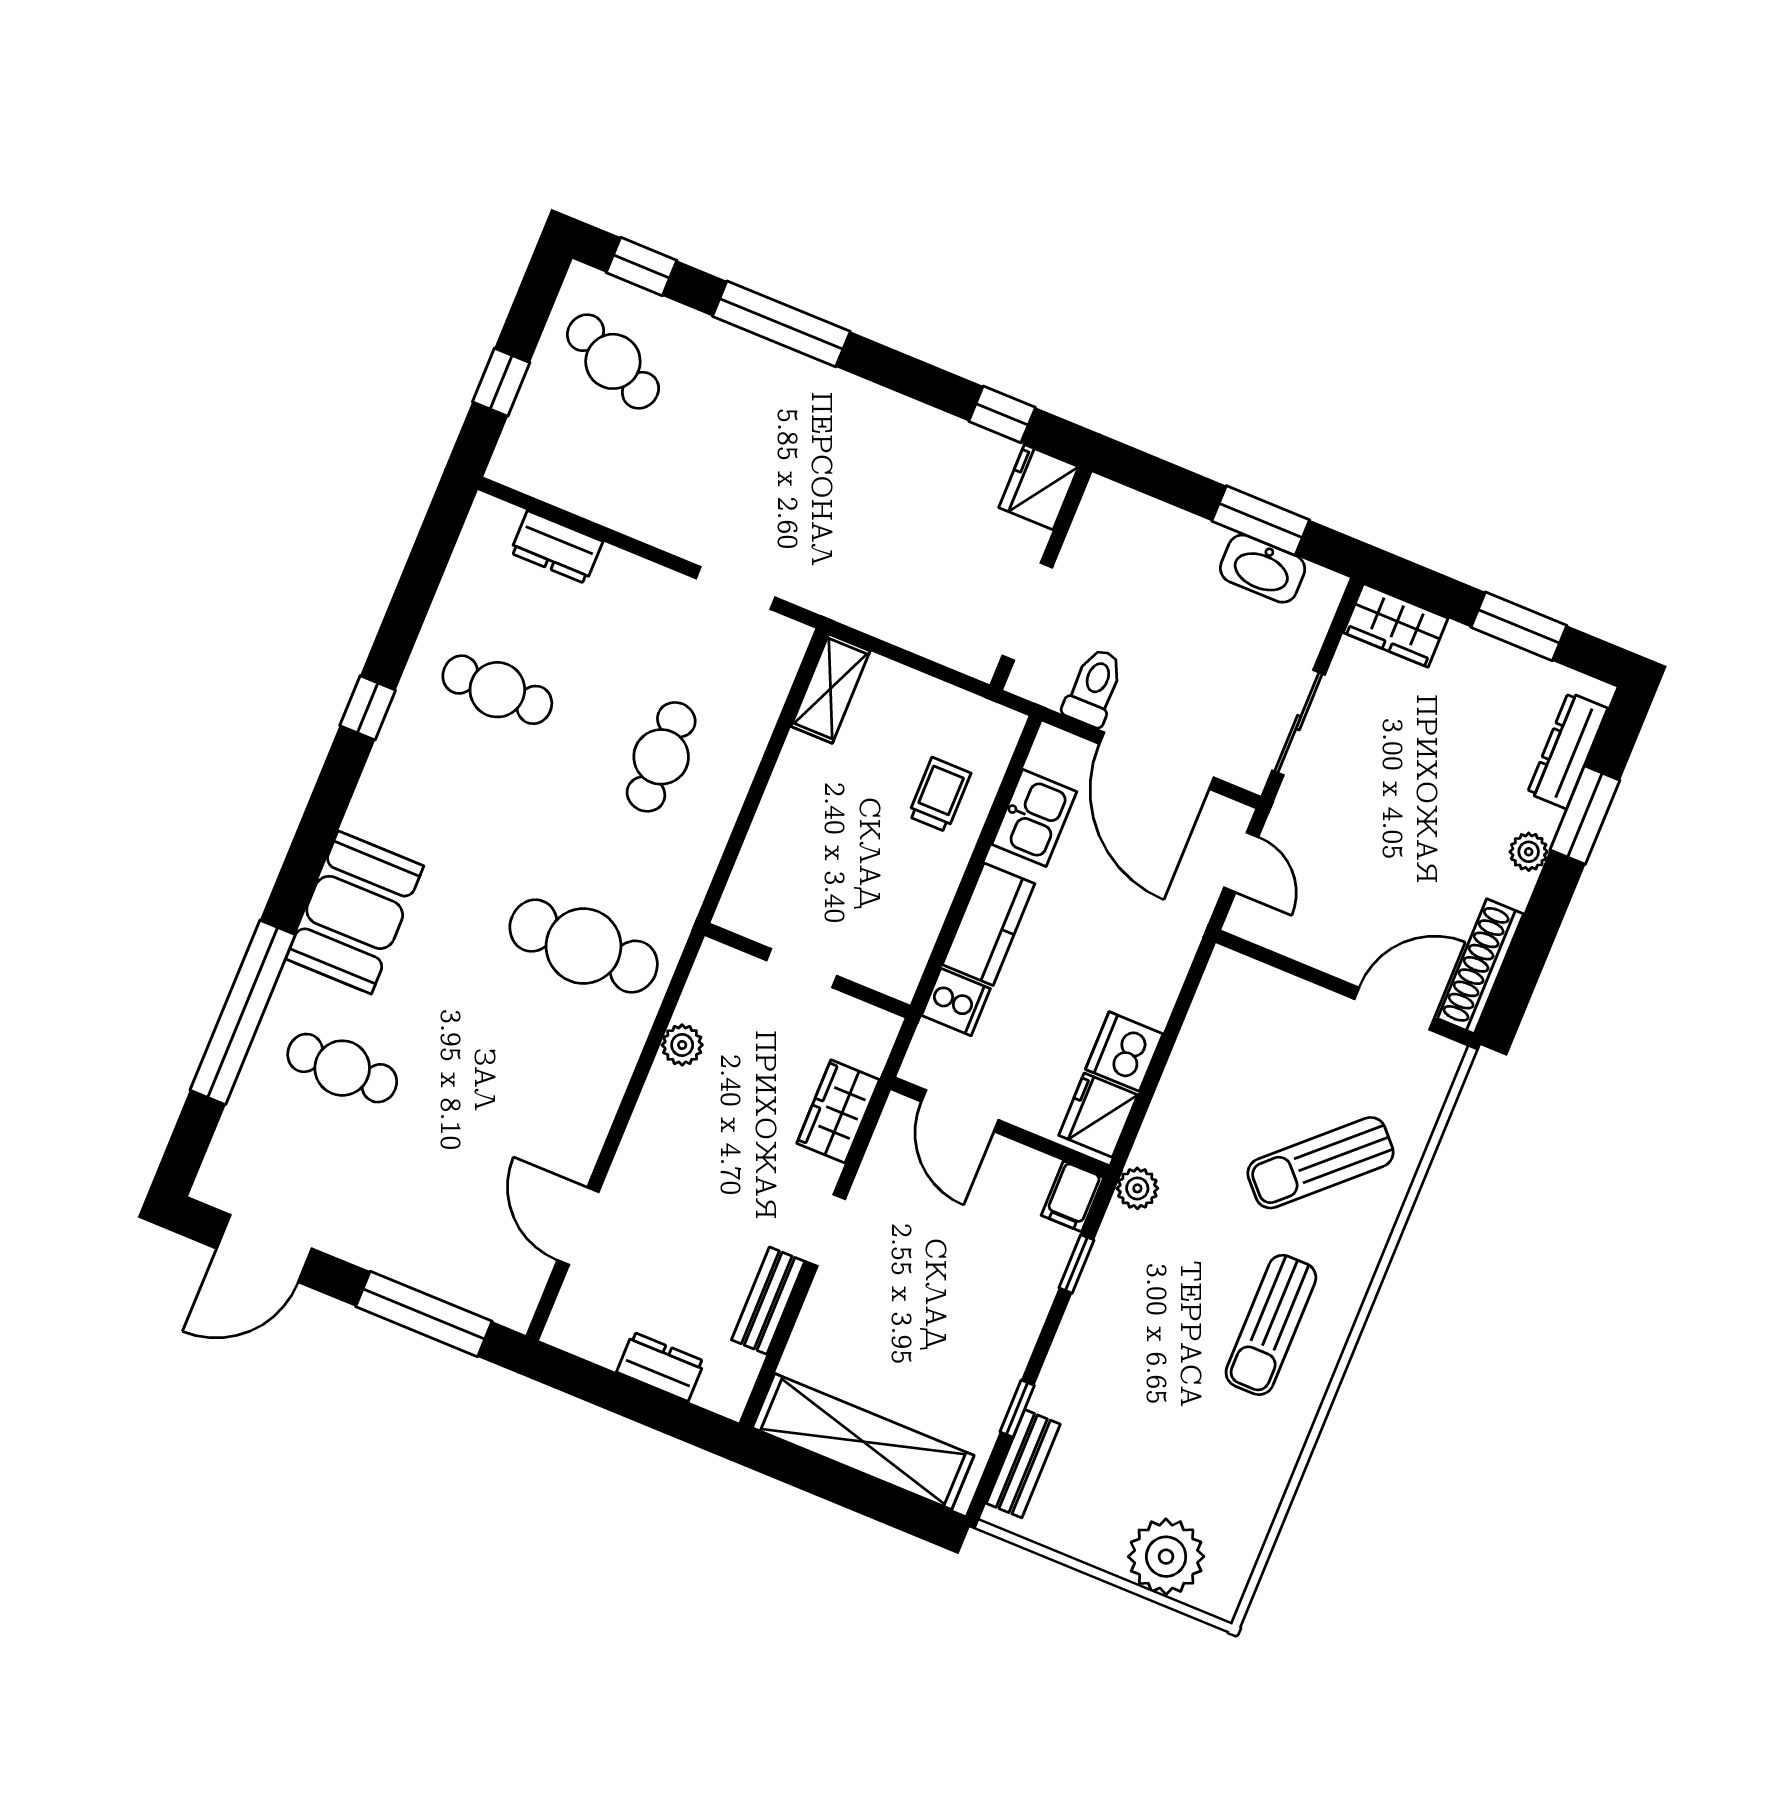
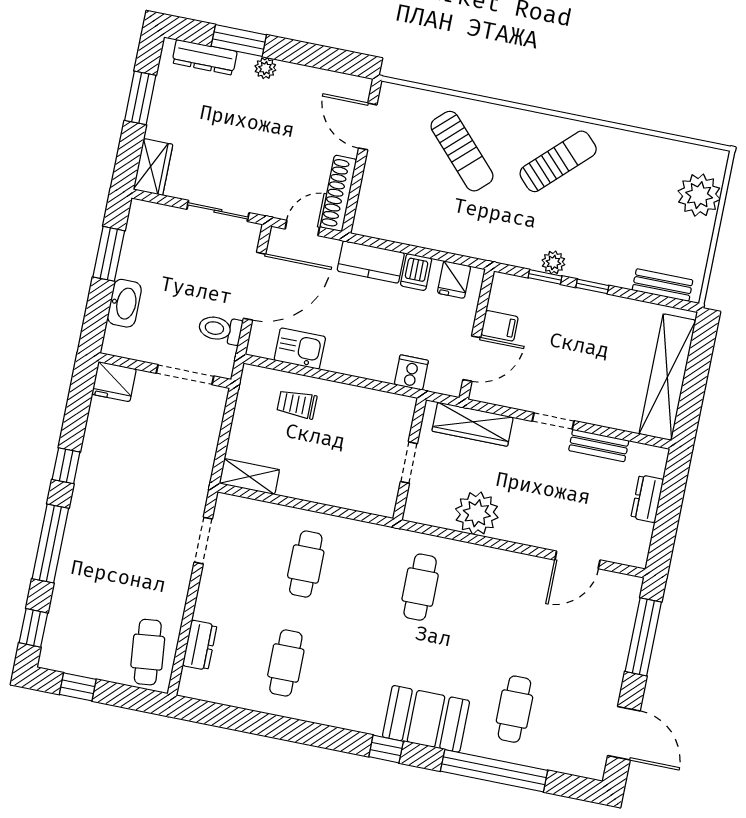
cafe table: (613, 361) -> (148, 652), moved, turned -30
window: (501, 382) -> (78, 687), moved
window: (1002, 414) -> (66, 466), moved
washbasin: (1263, 569) -> (124, 303), moved
window: (368, 708) -> (386, 749), moved
cafe table: (661, 757) -> (306, 564), turned 90
kitchen counter: (989, 924) -> (371, 262), moved, turned 180
cafe table: (584, 946) -> (420, 587), width x0.73, depth x0.74
shoe rack: (1481, 966) -> (338, 193), moved, turned 90
plant: (682, 1045) -> (477, 513), width x1.88, depth x1.88
dishwasher: (1124, 1052) -> (416, 272), width x0.73
wardrobe: (838, 1111) -> (473, 424), width x1.50
fridge: (1098, 1115) -> (454, 280), width x0.72
plant: (1137, 1188) -> (553, 262), moved
filing cabinet: (1073, 1196) -> (500, 326), moved
sun lounger: (1271, 1325) -> (558, 161), turned -44
window: (1017, 1409) -> (592, 286), moved

